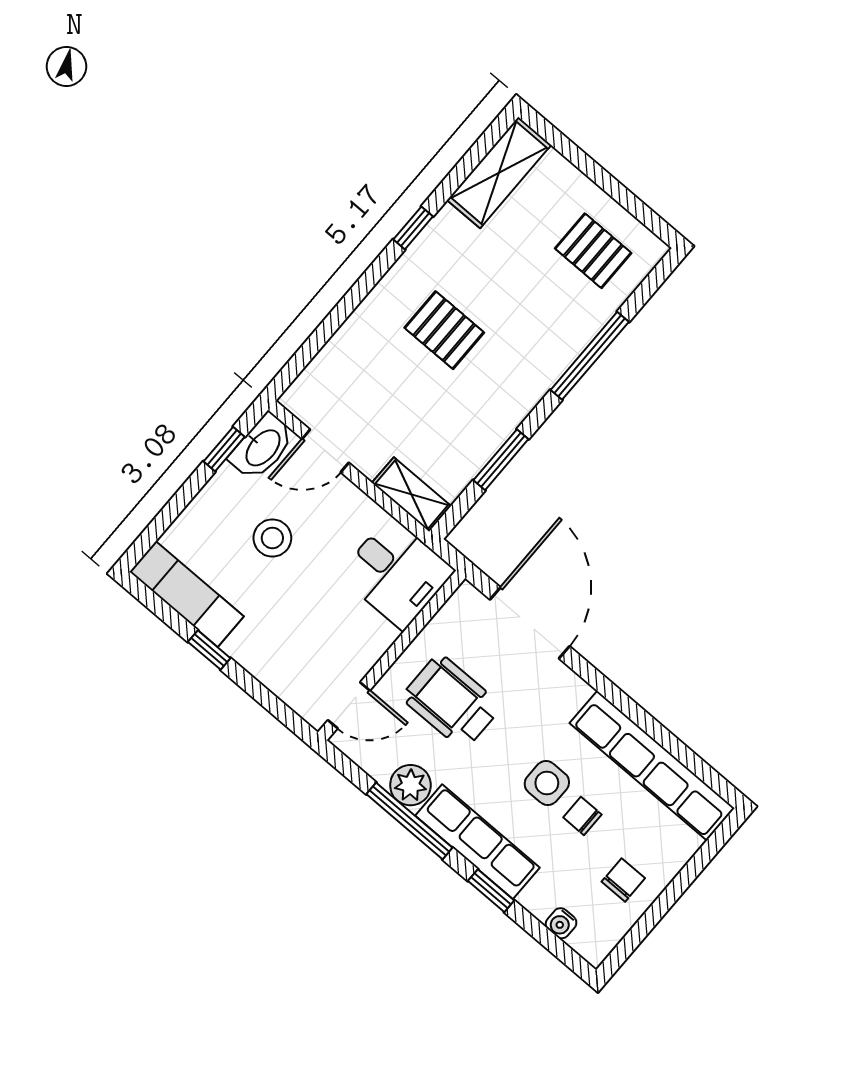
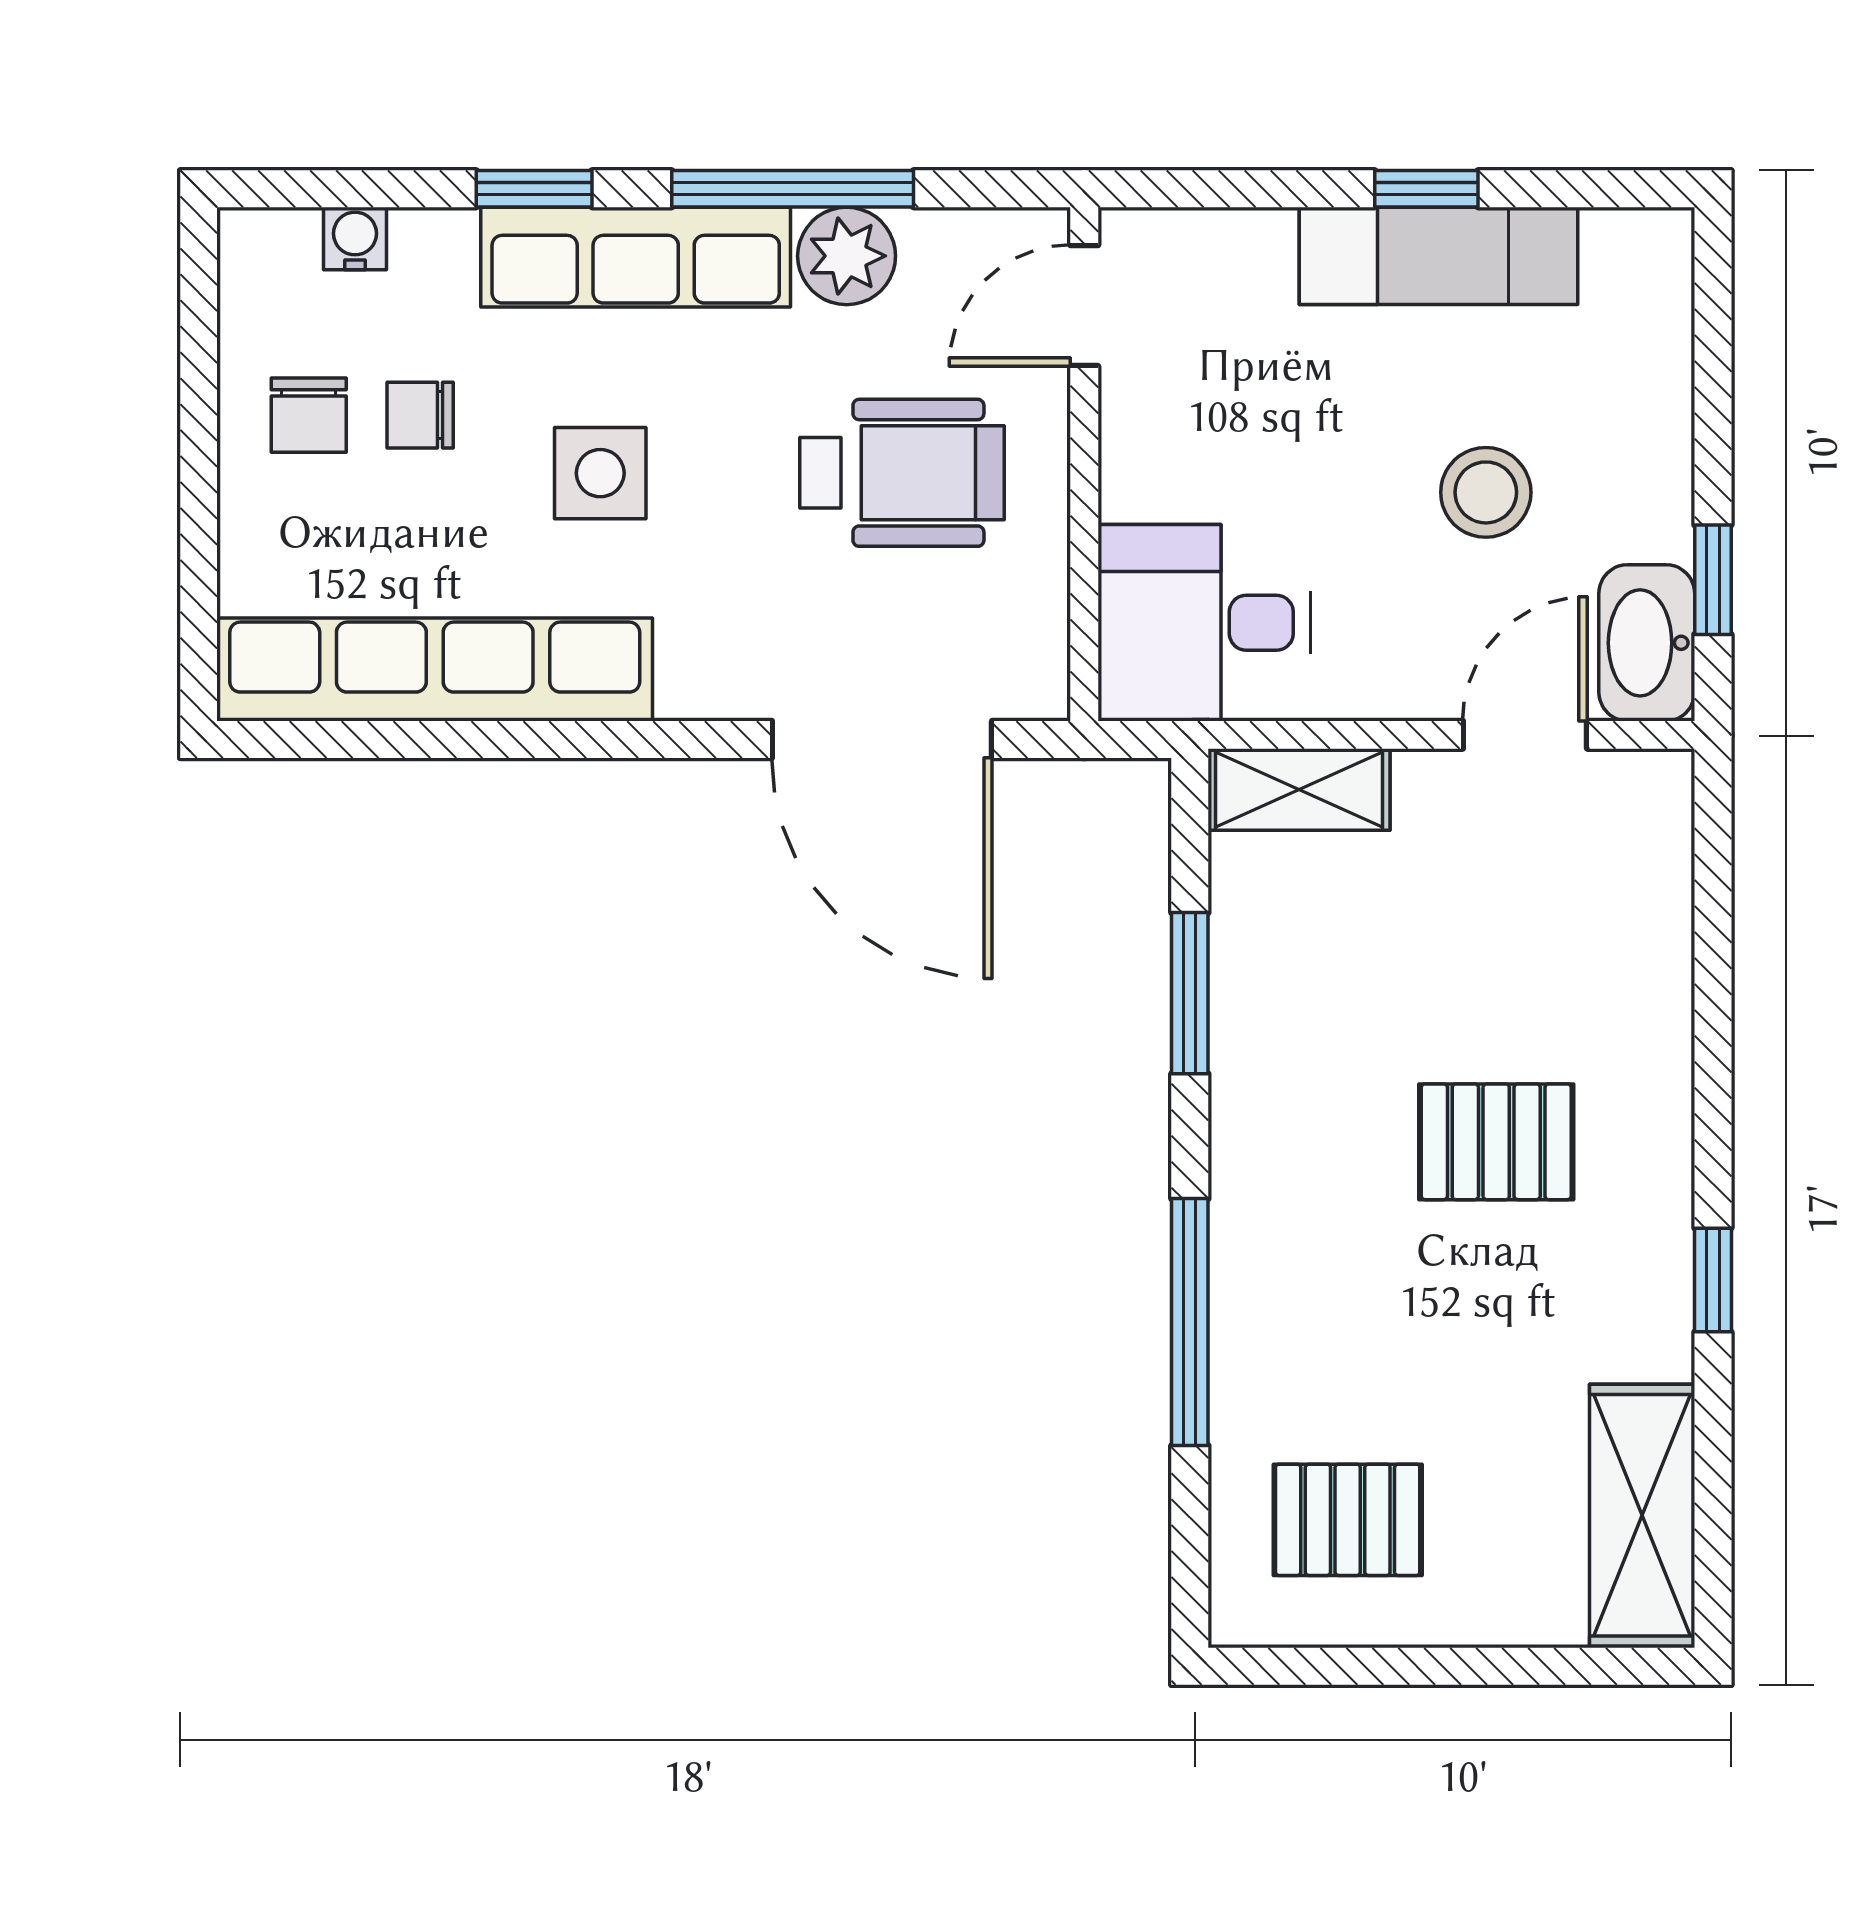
exam couch: (187, 594) -> (1439, 256), moved
chair: (582, 816) -> (420, 415), moved, turned 180

